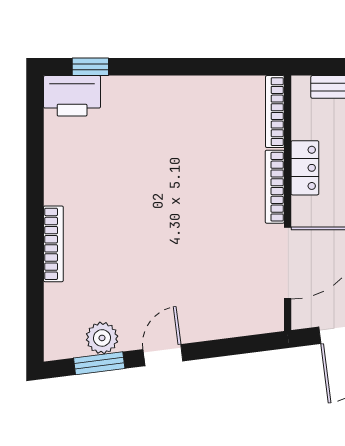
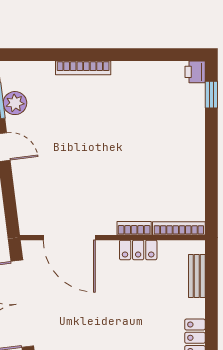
printer: (72, 96) -> (195, 72), width x0.53, depth x0.68
bookcase: (275, 187) -> (134, 228), width x0.64

